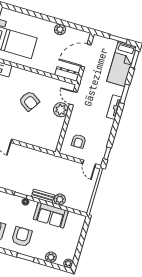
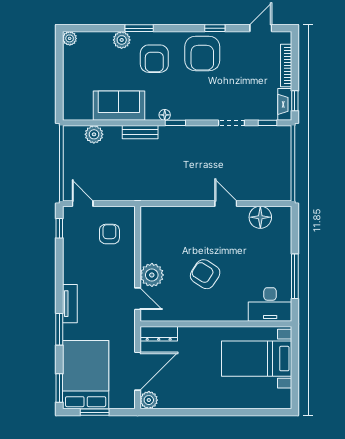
plant: (60, 30) -> (149, 400), moved
bed: (122, 64) -> (86, 375), width x1.50
plant: (60, 199) -> (94, 134), moved
plant: (51, 257) -> (122, 40), moved

